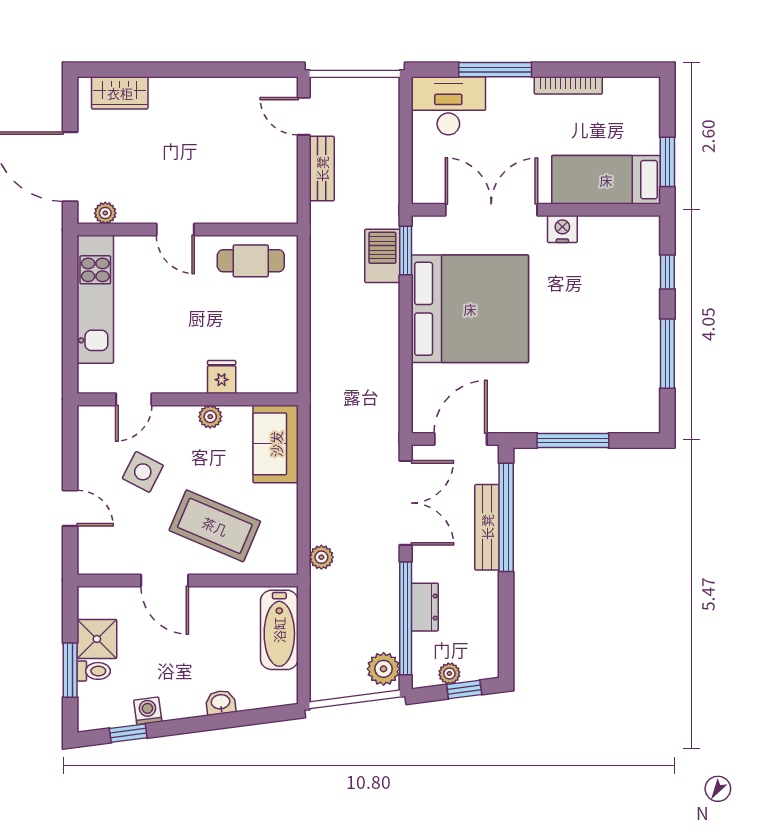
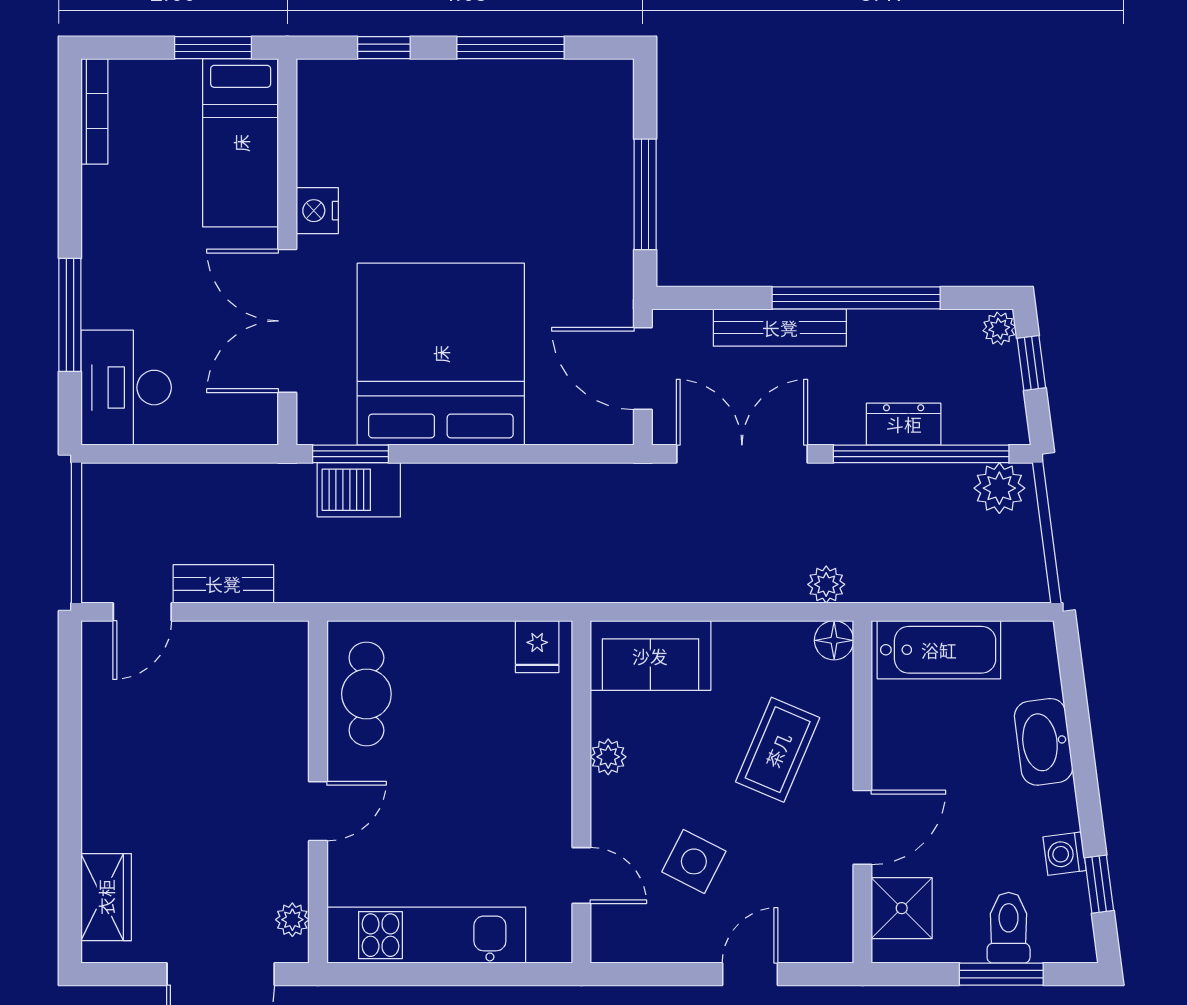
bookcase: (568, 85) -> (94, 111), moved
fridge: (222, 377) -> (537, 647), moved, turned -90
window: (506, 517) -> (856, 298), moved
coffee table: (215, 526) -> (778, 750), width x0.73, depth x0.76
floor lamp: (285, 562) -> (834, 640), added
shower: (97, 639) -> (902, 908), moved
toilet: (94, 671) -> (1009, 928), width x1.37, depth x1.39
plant: (449, 674) -> (999, 329), moved
washbasin: (221, 702) -> (1044, 742), width x1.91, depth x1.45

